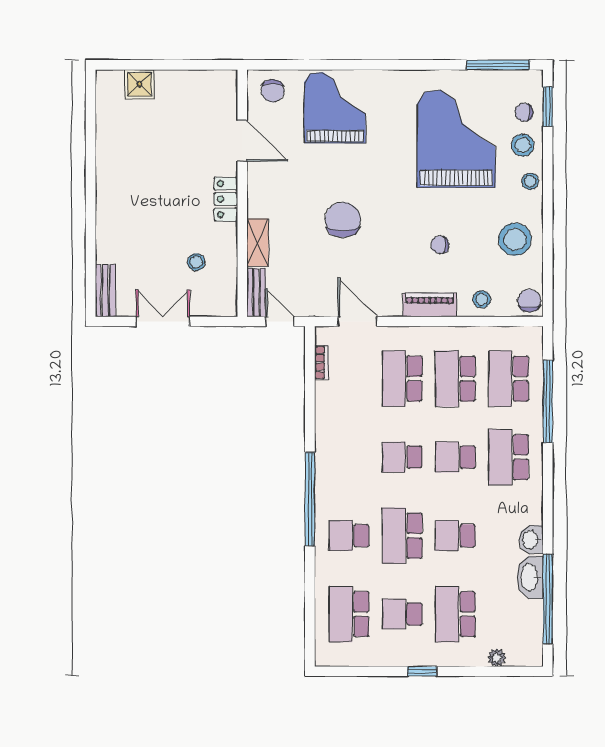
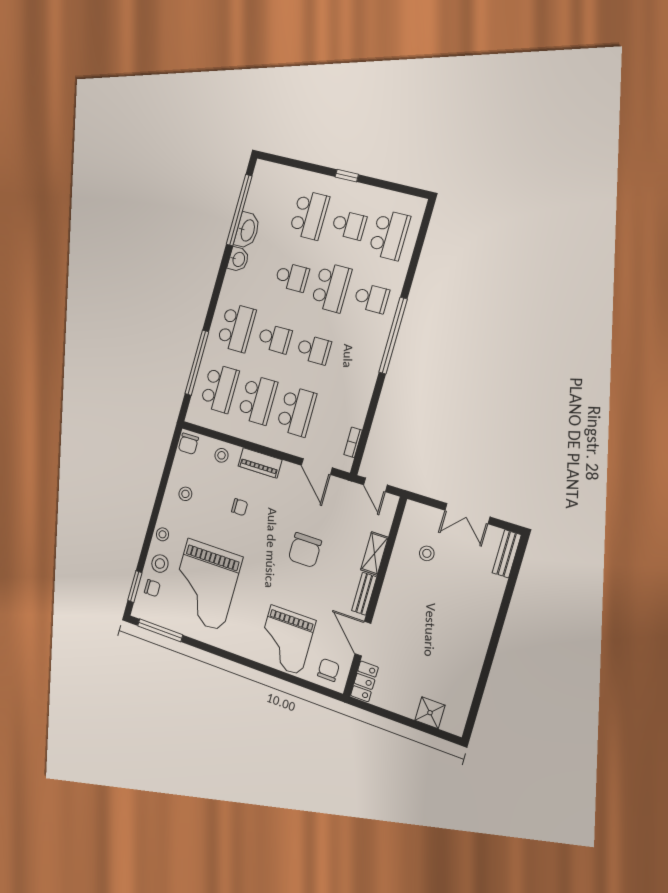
locker: (226, 199) -> (364, 681), moved
stool: (515, 239) -> (185, 494), width x0.53, depth x0.53
bench: (256, 293) -> (364, 594), moved
plant: (497, 658) -> (289, 173), removed

